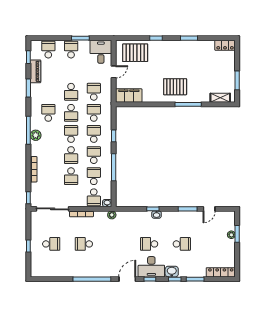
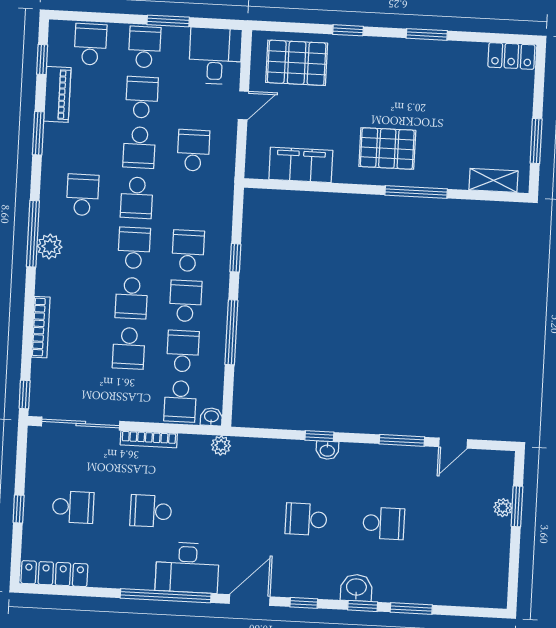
filing cabinet: (129, 96) -> (301, 165), moved
school desk: (94, 113) -> (142, 97), moved
desk: (151, 267) -> (187, 567), moved
locker: (221, 272) -> (54, 574), moved

